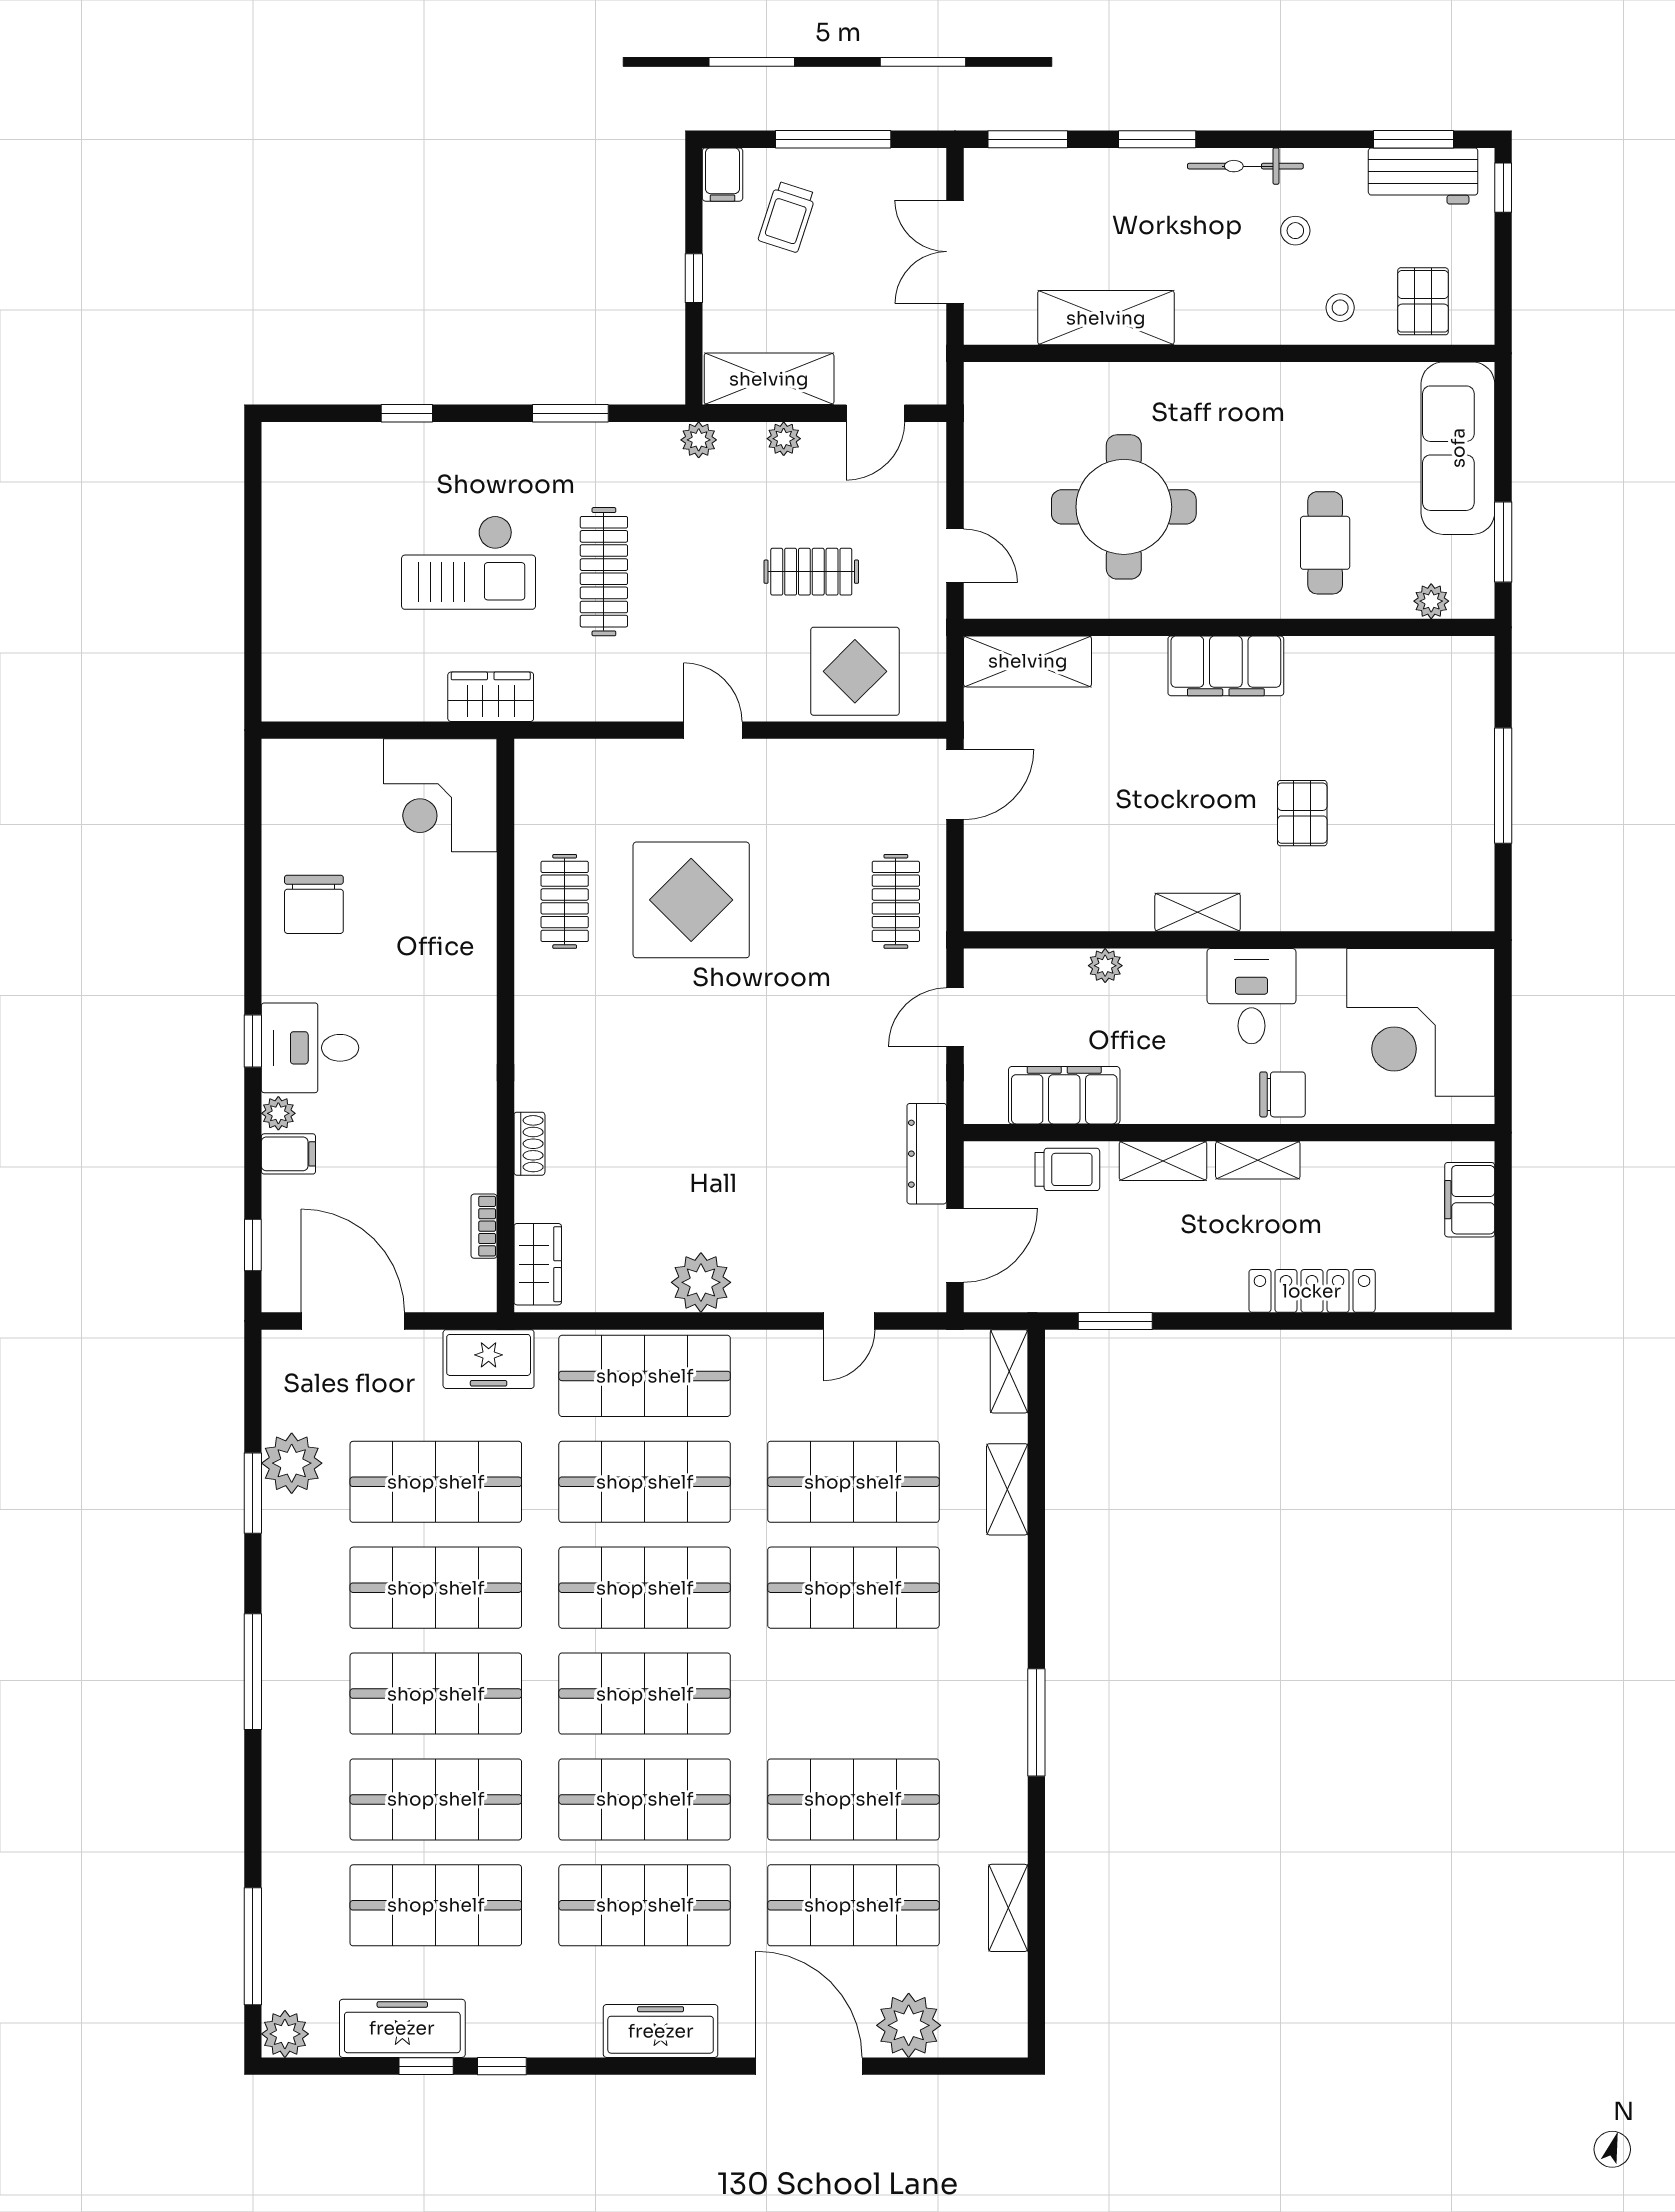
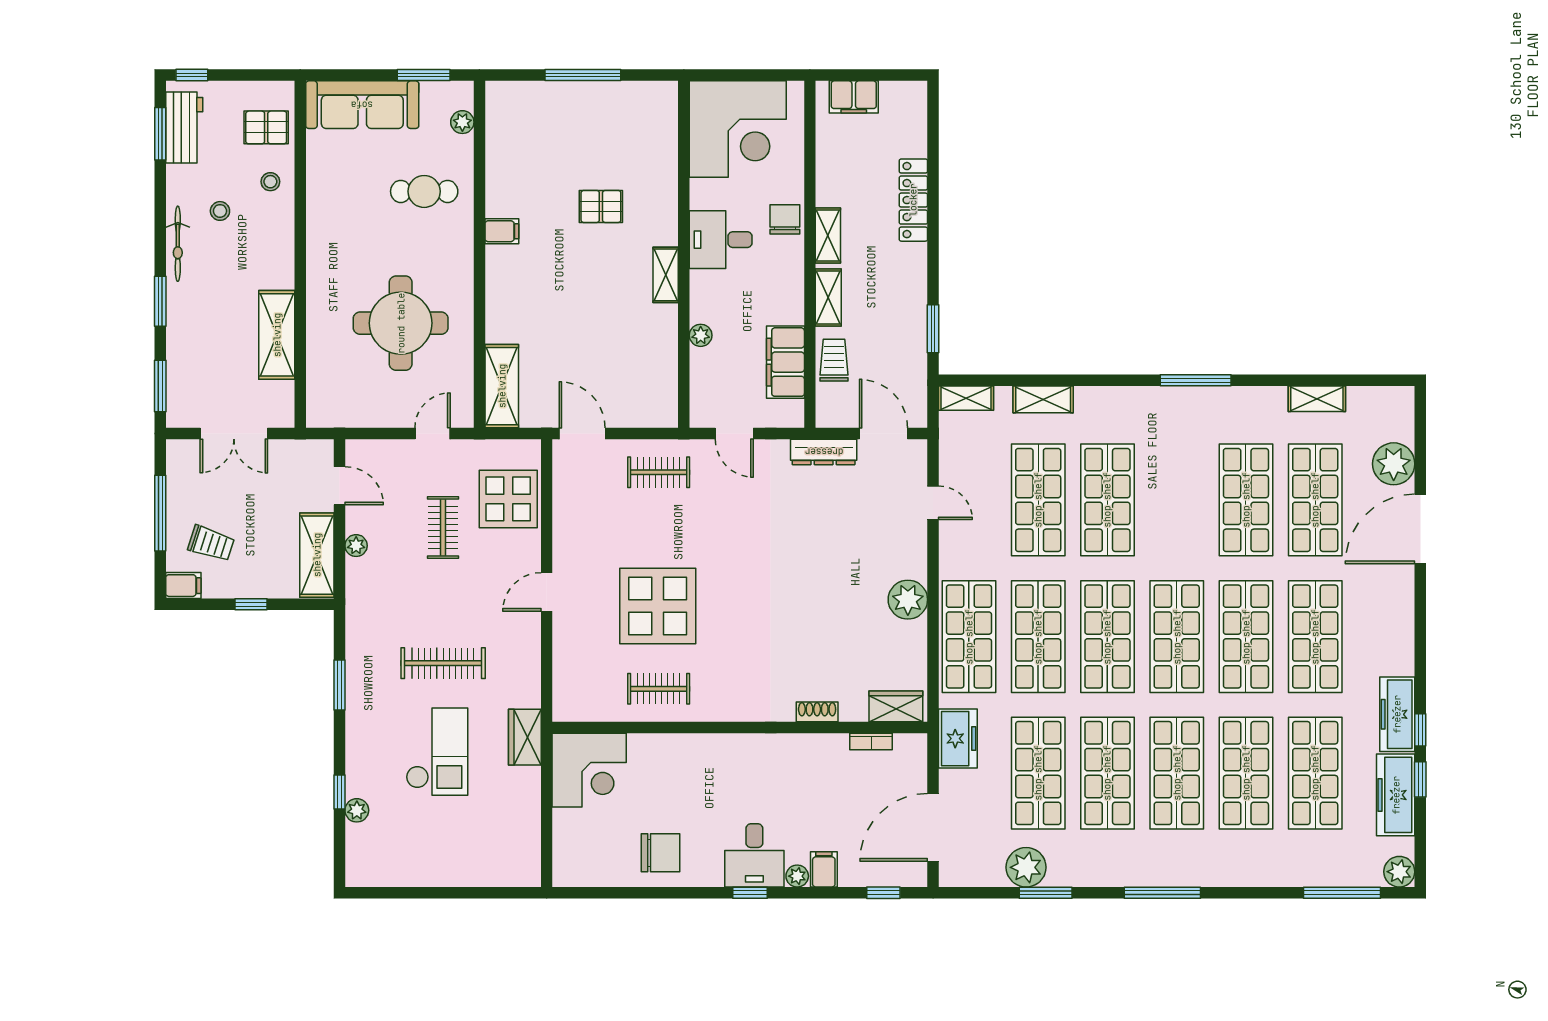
plant: (699, 440) -> (357, 810), moved
filing cabinet: (1226, 666) -> (502, 231), width x0.33, depth x0.86
freezer: (661, 2031) -> (1397, 714), moved

